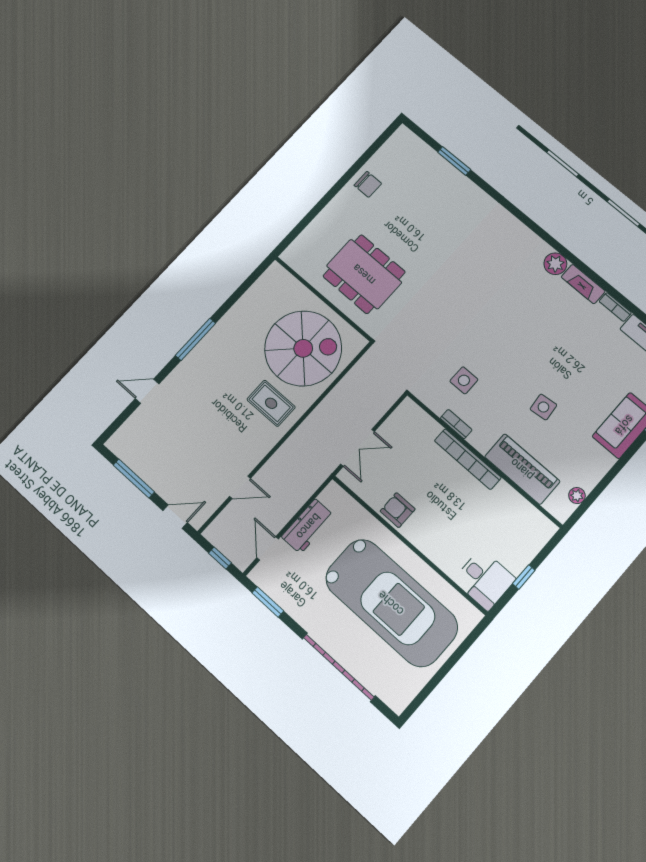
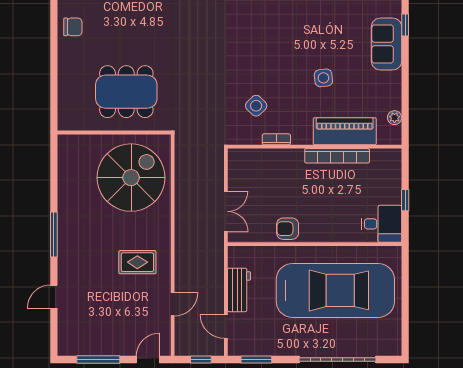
side table: (464, 380) -> (256, 106), turned 45
rug: (271, 403) -> (137, 262), moved
bookcase: (468, 459) -> (337, 156), moved

